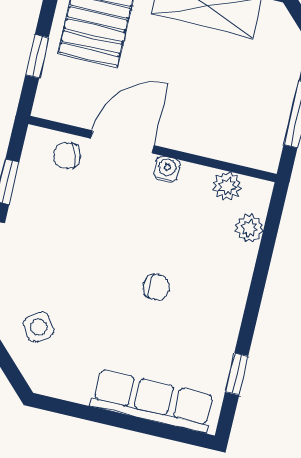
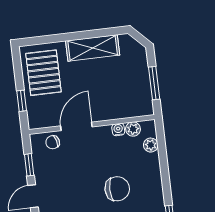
water cooler: (167, 169) -> (118, 130), moved
chair: (156, 287) -> (117, 189), width x1.87, depth x1.87

